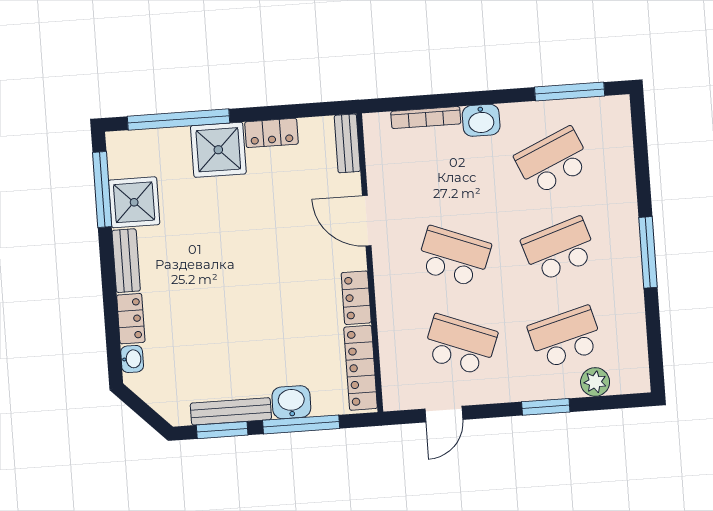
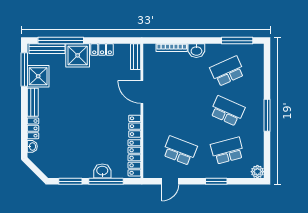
school desk: (559, 249) -> (227, 111), turned 42
school desk: (454, 257) -> (180, 111), removed
plant: (595, 382) -> (257, 172), moved
bench: (231, 411) -> (47, 49), moved

